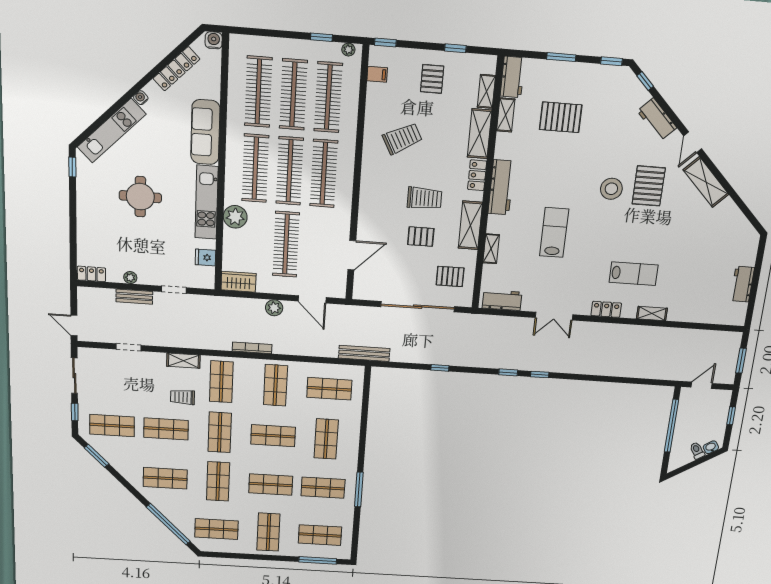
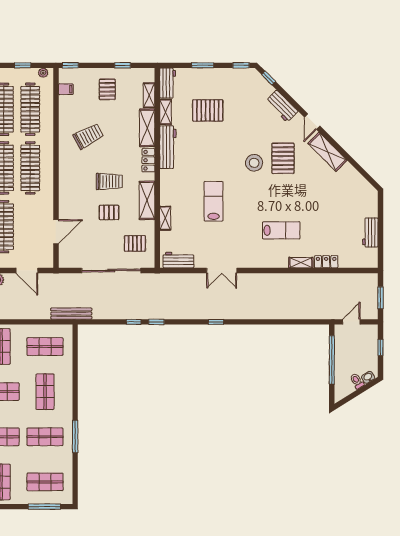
workbench: (501, 187) -> (168, 147), moved
locker: (606, 309) -> (326, 262), moved
window: (508, 372) -> (156, 322), moved

